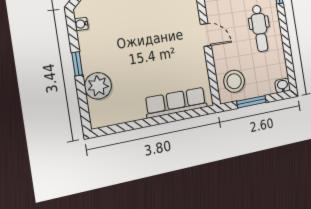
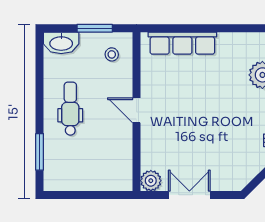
stool: (234, 81) -> (112, 54), width x0.53, depth x0.53
washbasin: (283, 86) -> (61, 43), width x1.91, depth x1.45

